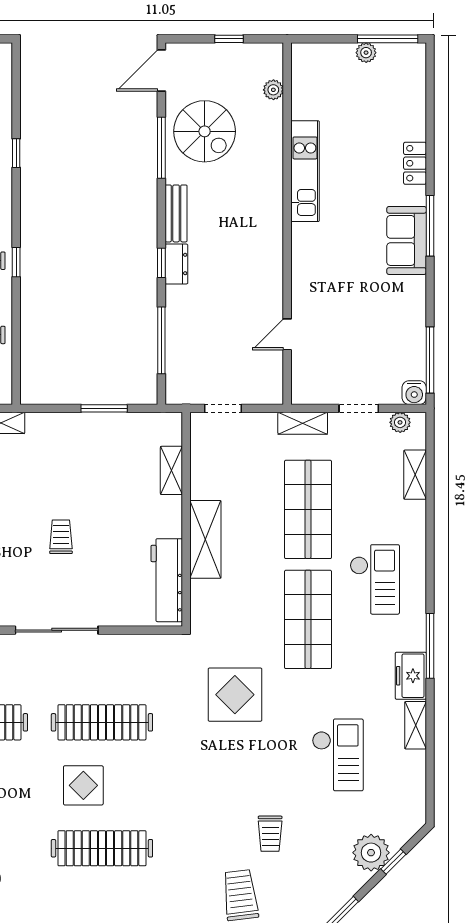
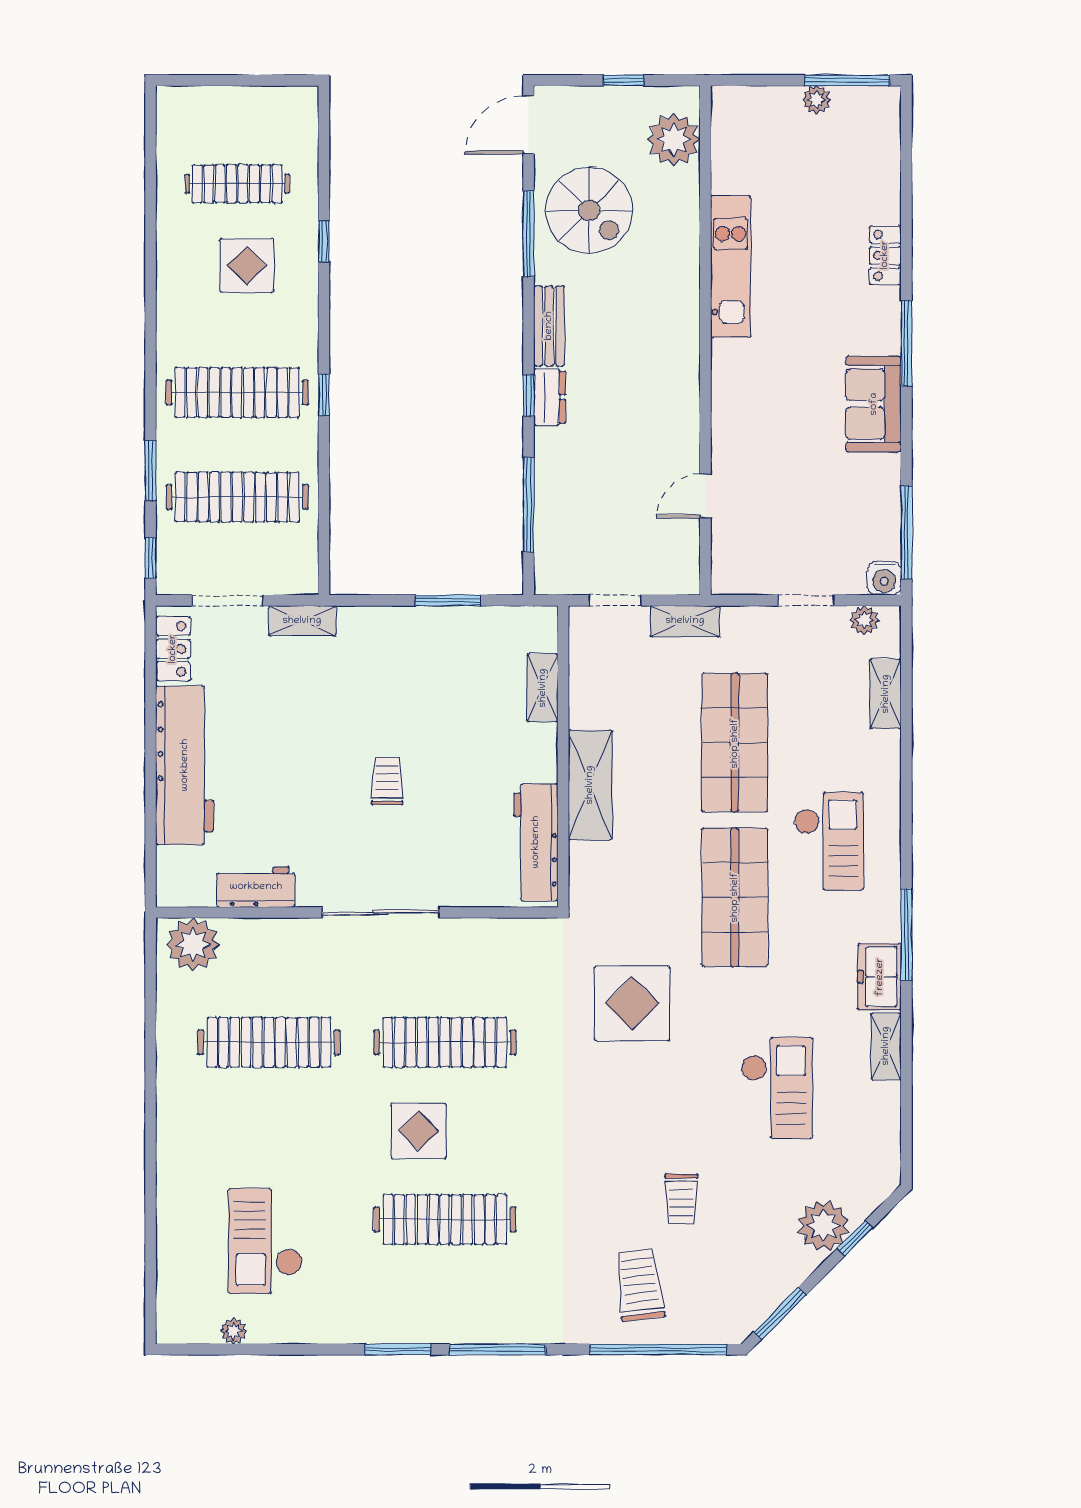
plant: (273, 90) -> (674, 140), width x1.87, depth x1.87
sofa: (407, 240) -> (874, 404), moved
shelving: (303, 423) -> (685, 621), moved

